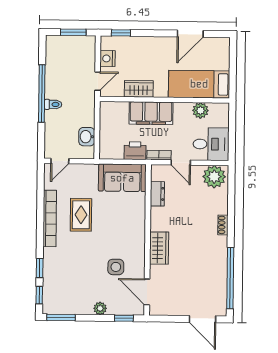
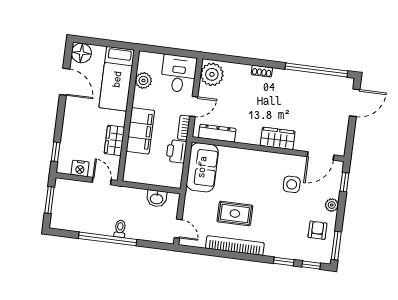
floor lamp: (220, 47) -> (81, 53), added
dresser: (157, 194) -> (217, 133), width x1.44
armchair: (74, 297) -> (317, 230), added

